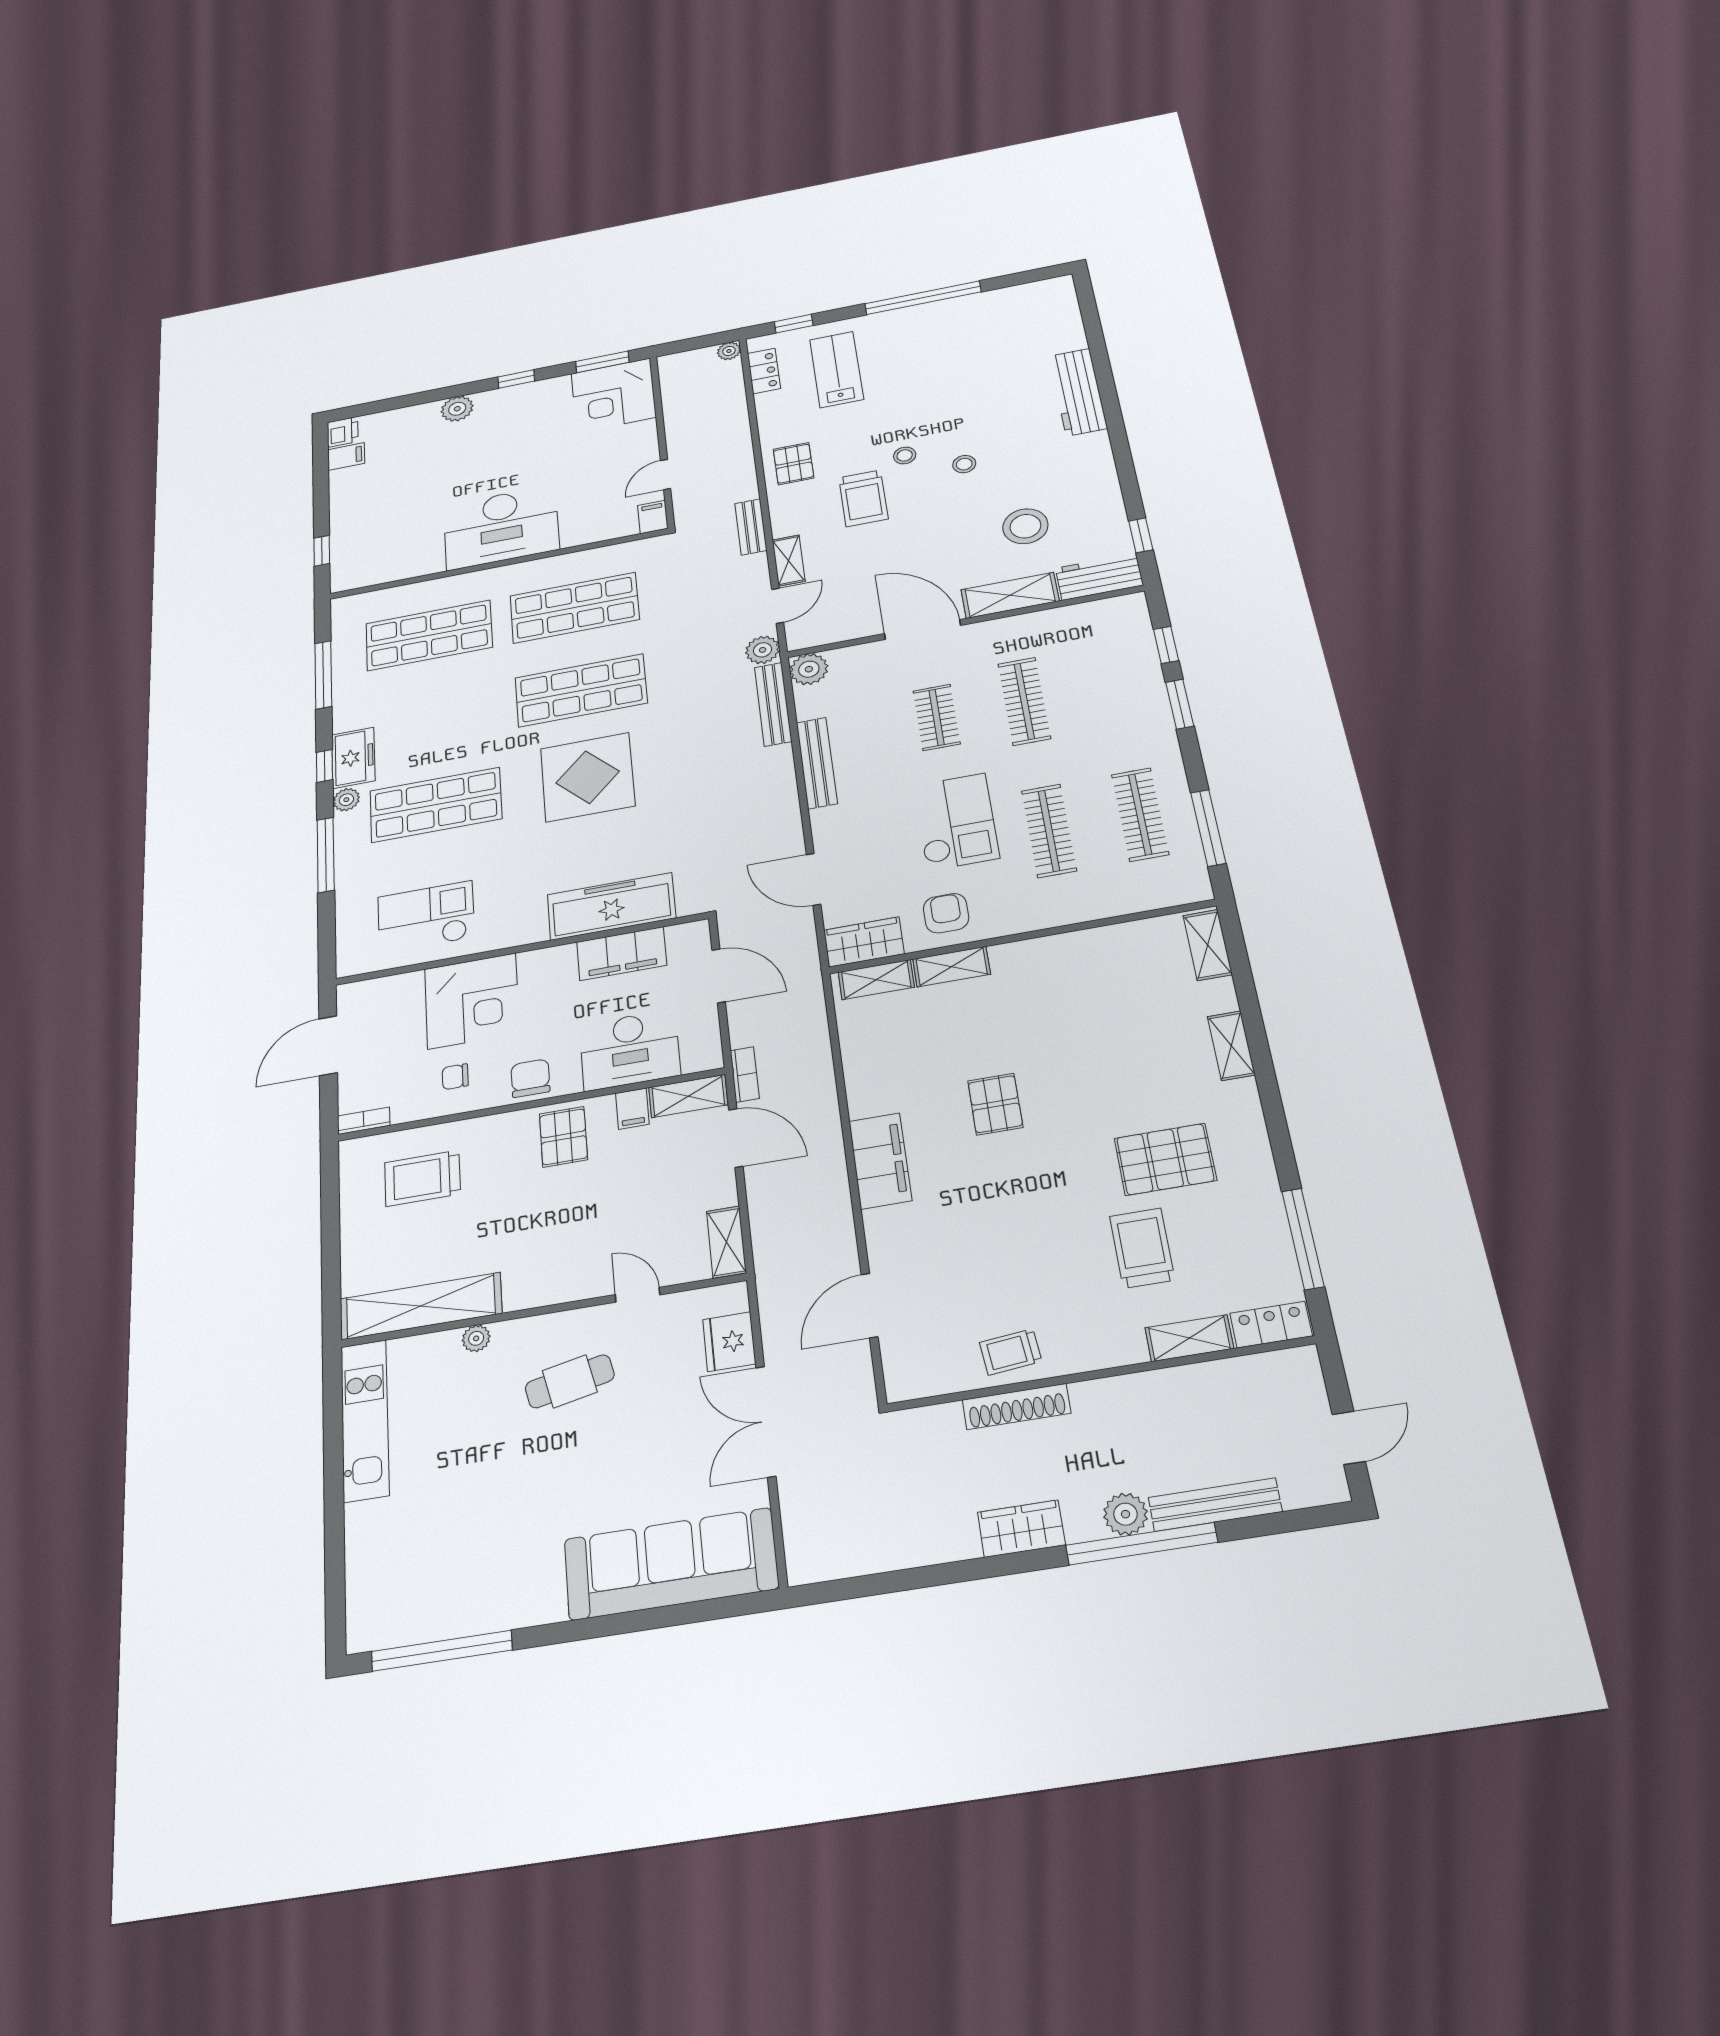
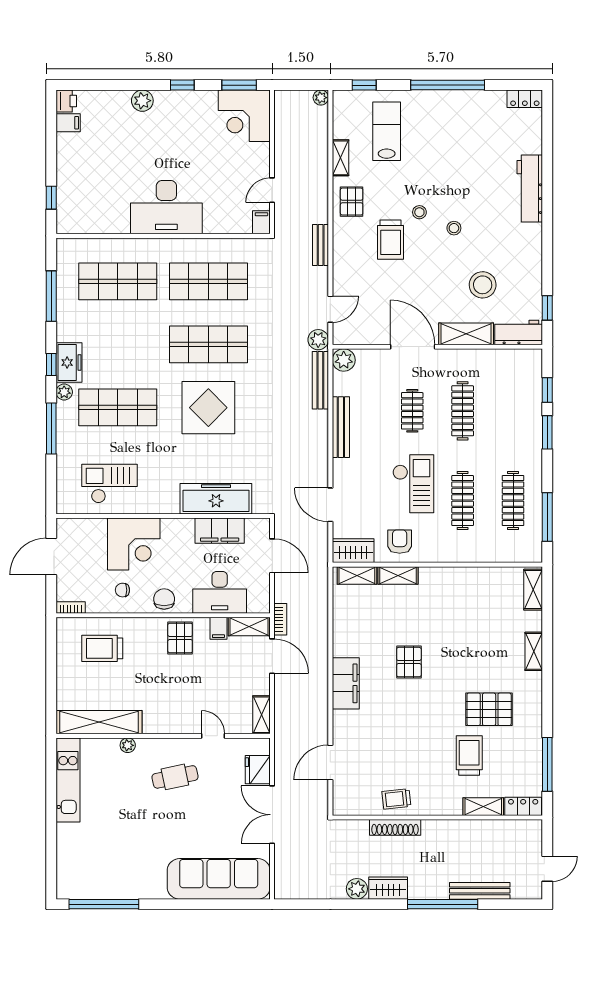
locker: (764, 371) -> (525, 99), moved, turned 90
shelving: (789, 561) -> (341, 158), moved
plant: (1125, 1514) -> (357, 889), moved

